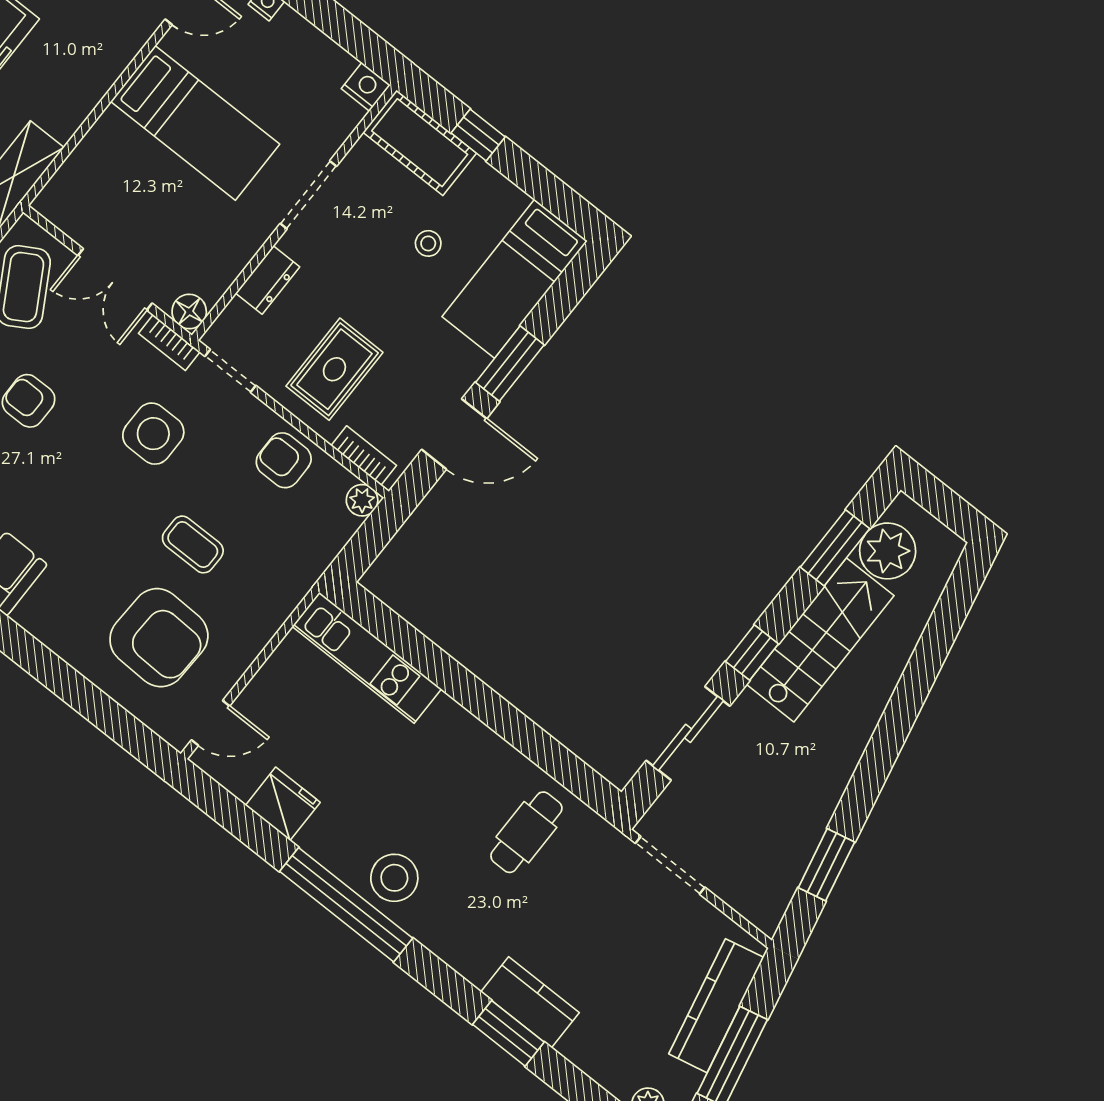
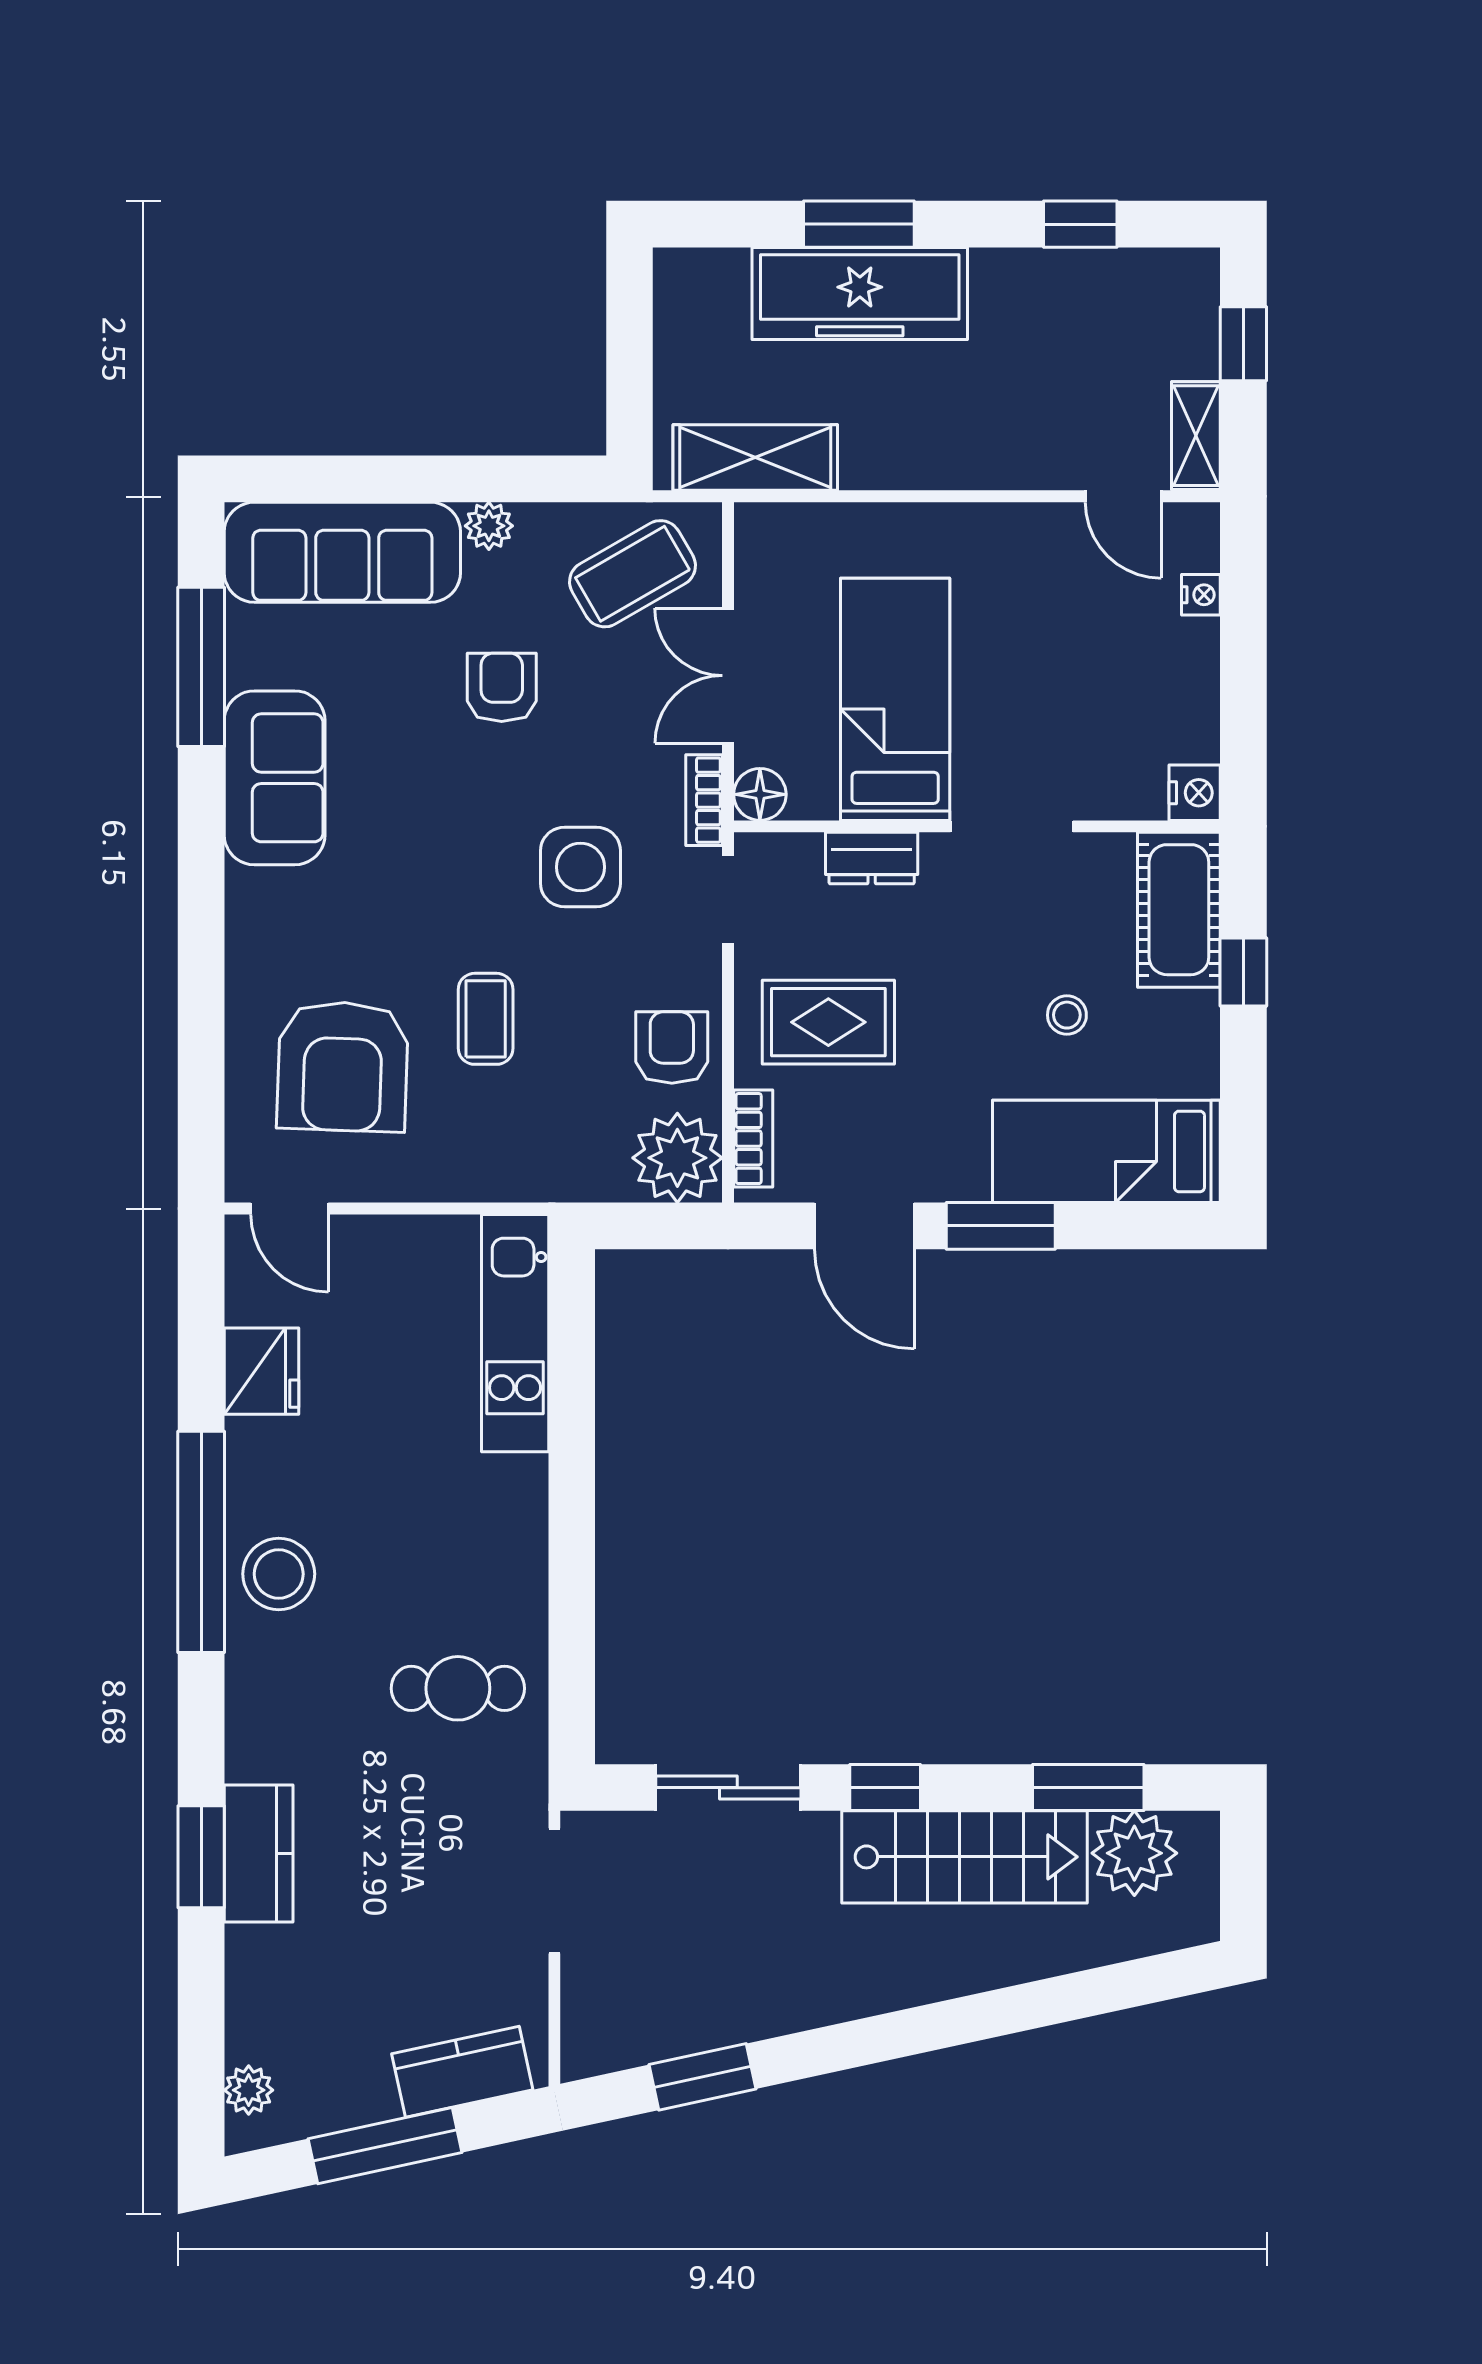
bed: (195, 123) -> (895, 699), moved, turned 180
plant: (362, 500) -> (677, 1158), width x1.87, depth x1.87
kitchen counter: (716, 1006) -> (462, 2072), width x0.67

